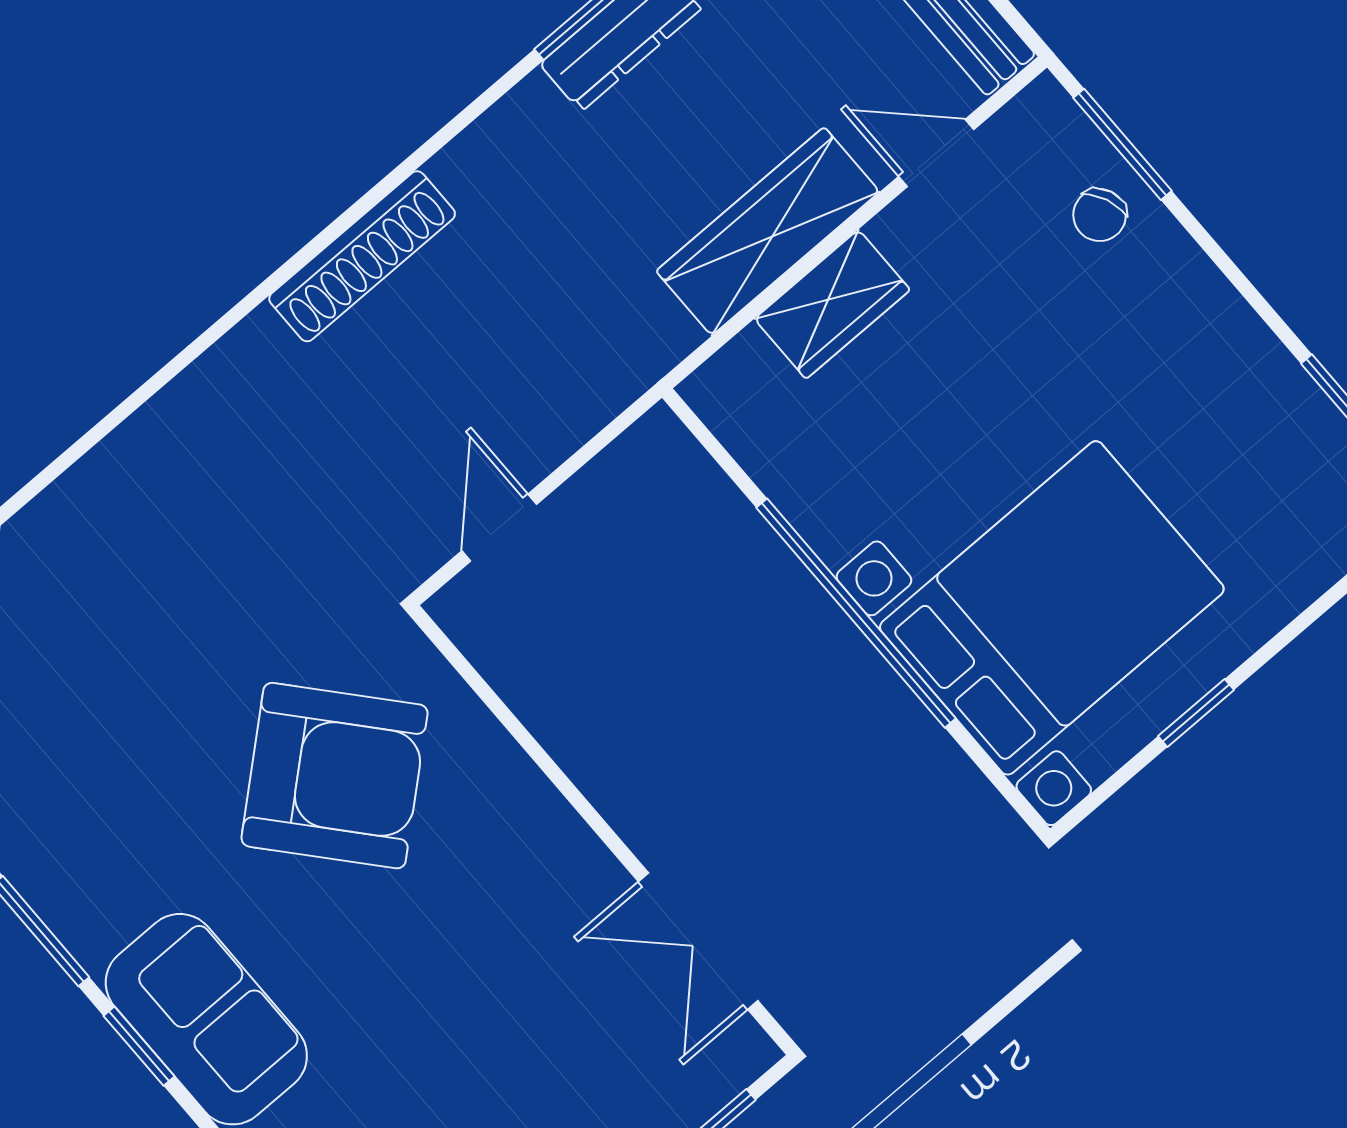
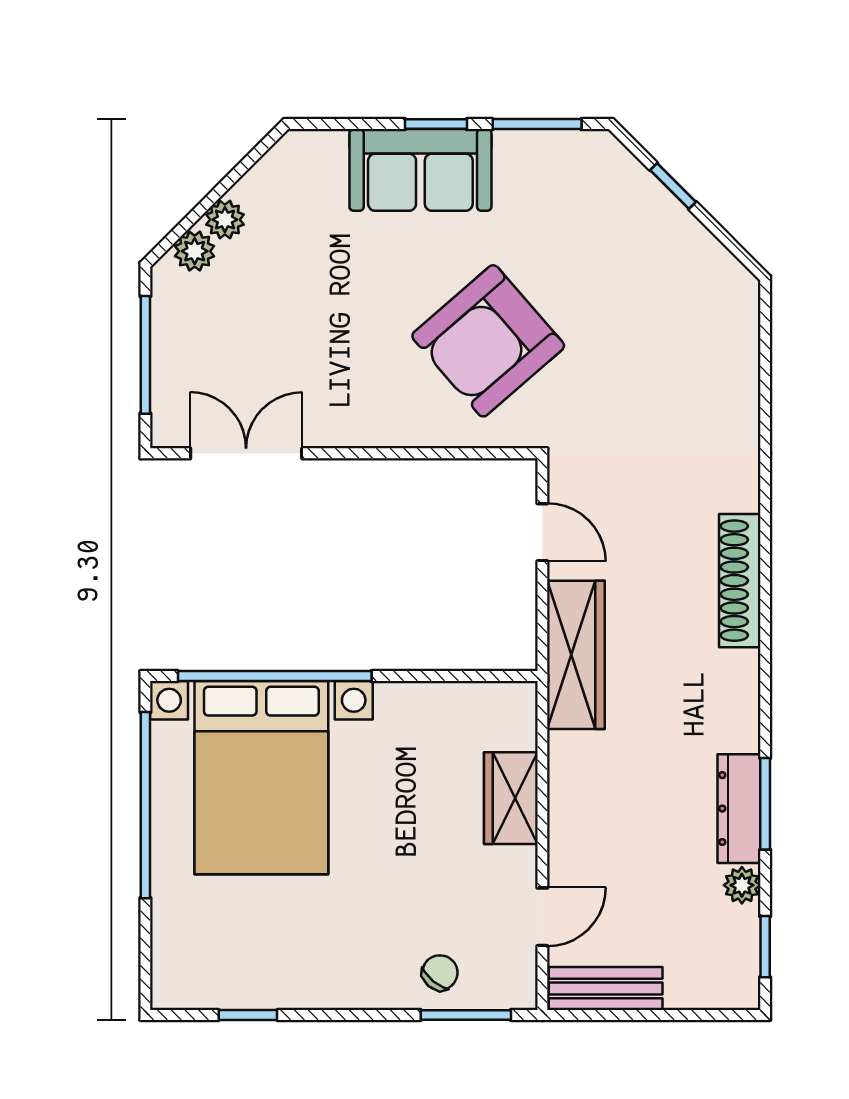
chair: (1100, 215) -> (440, 973), turned 63
wardrobe: (768, 231) -> (576, 655), moved
window: (856, 613) -> (275, 676), moved
window: (1196, 713) -> (145, 805), width x3.17

